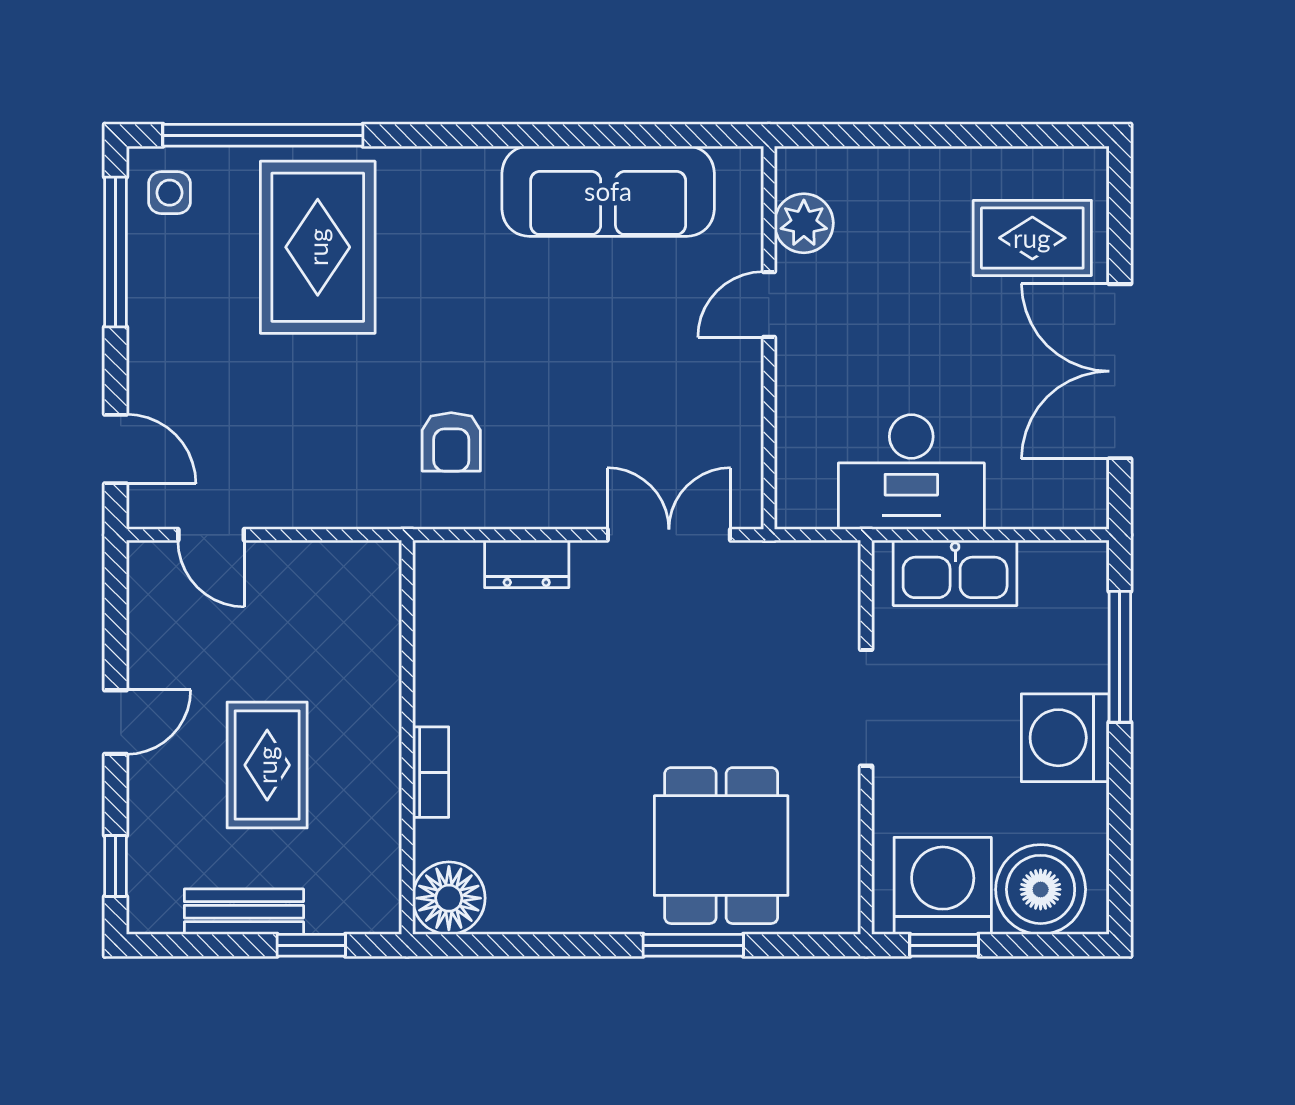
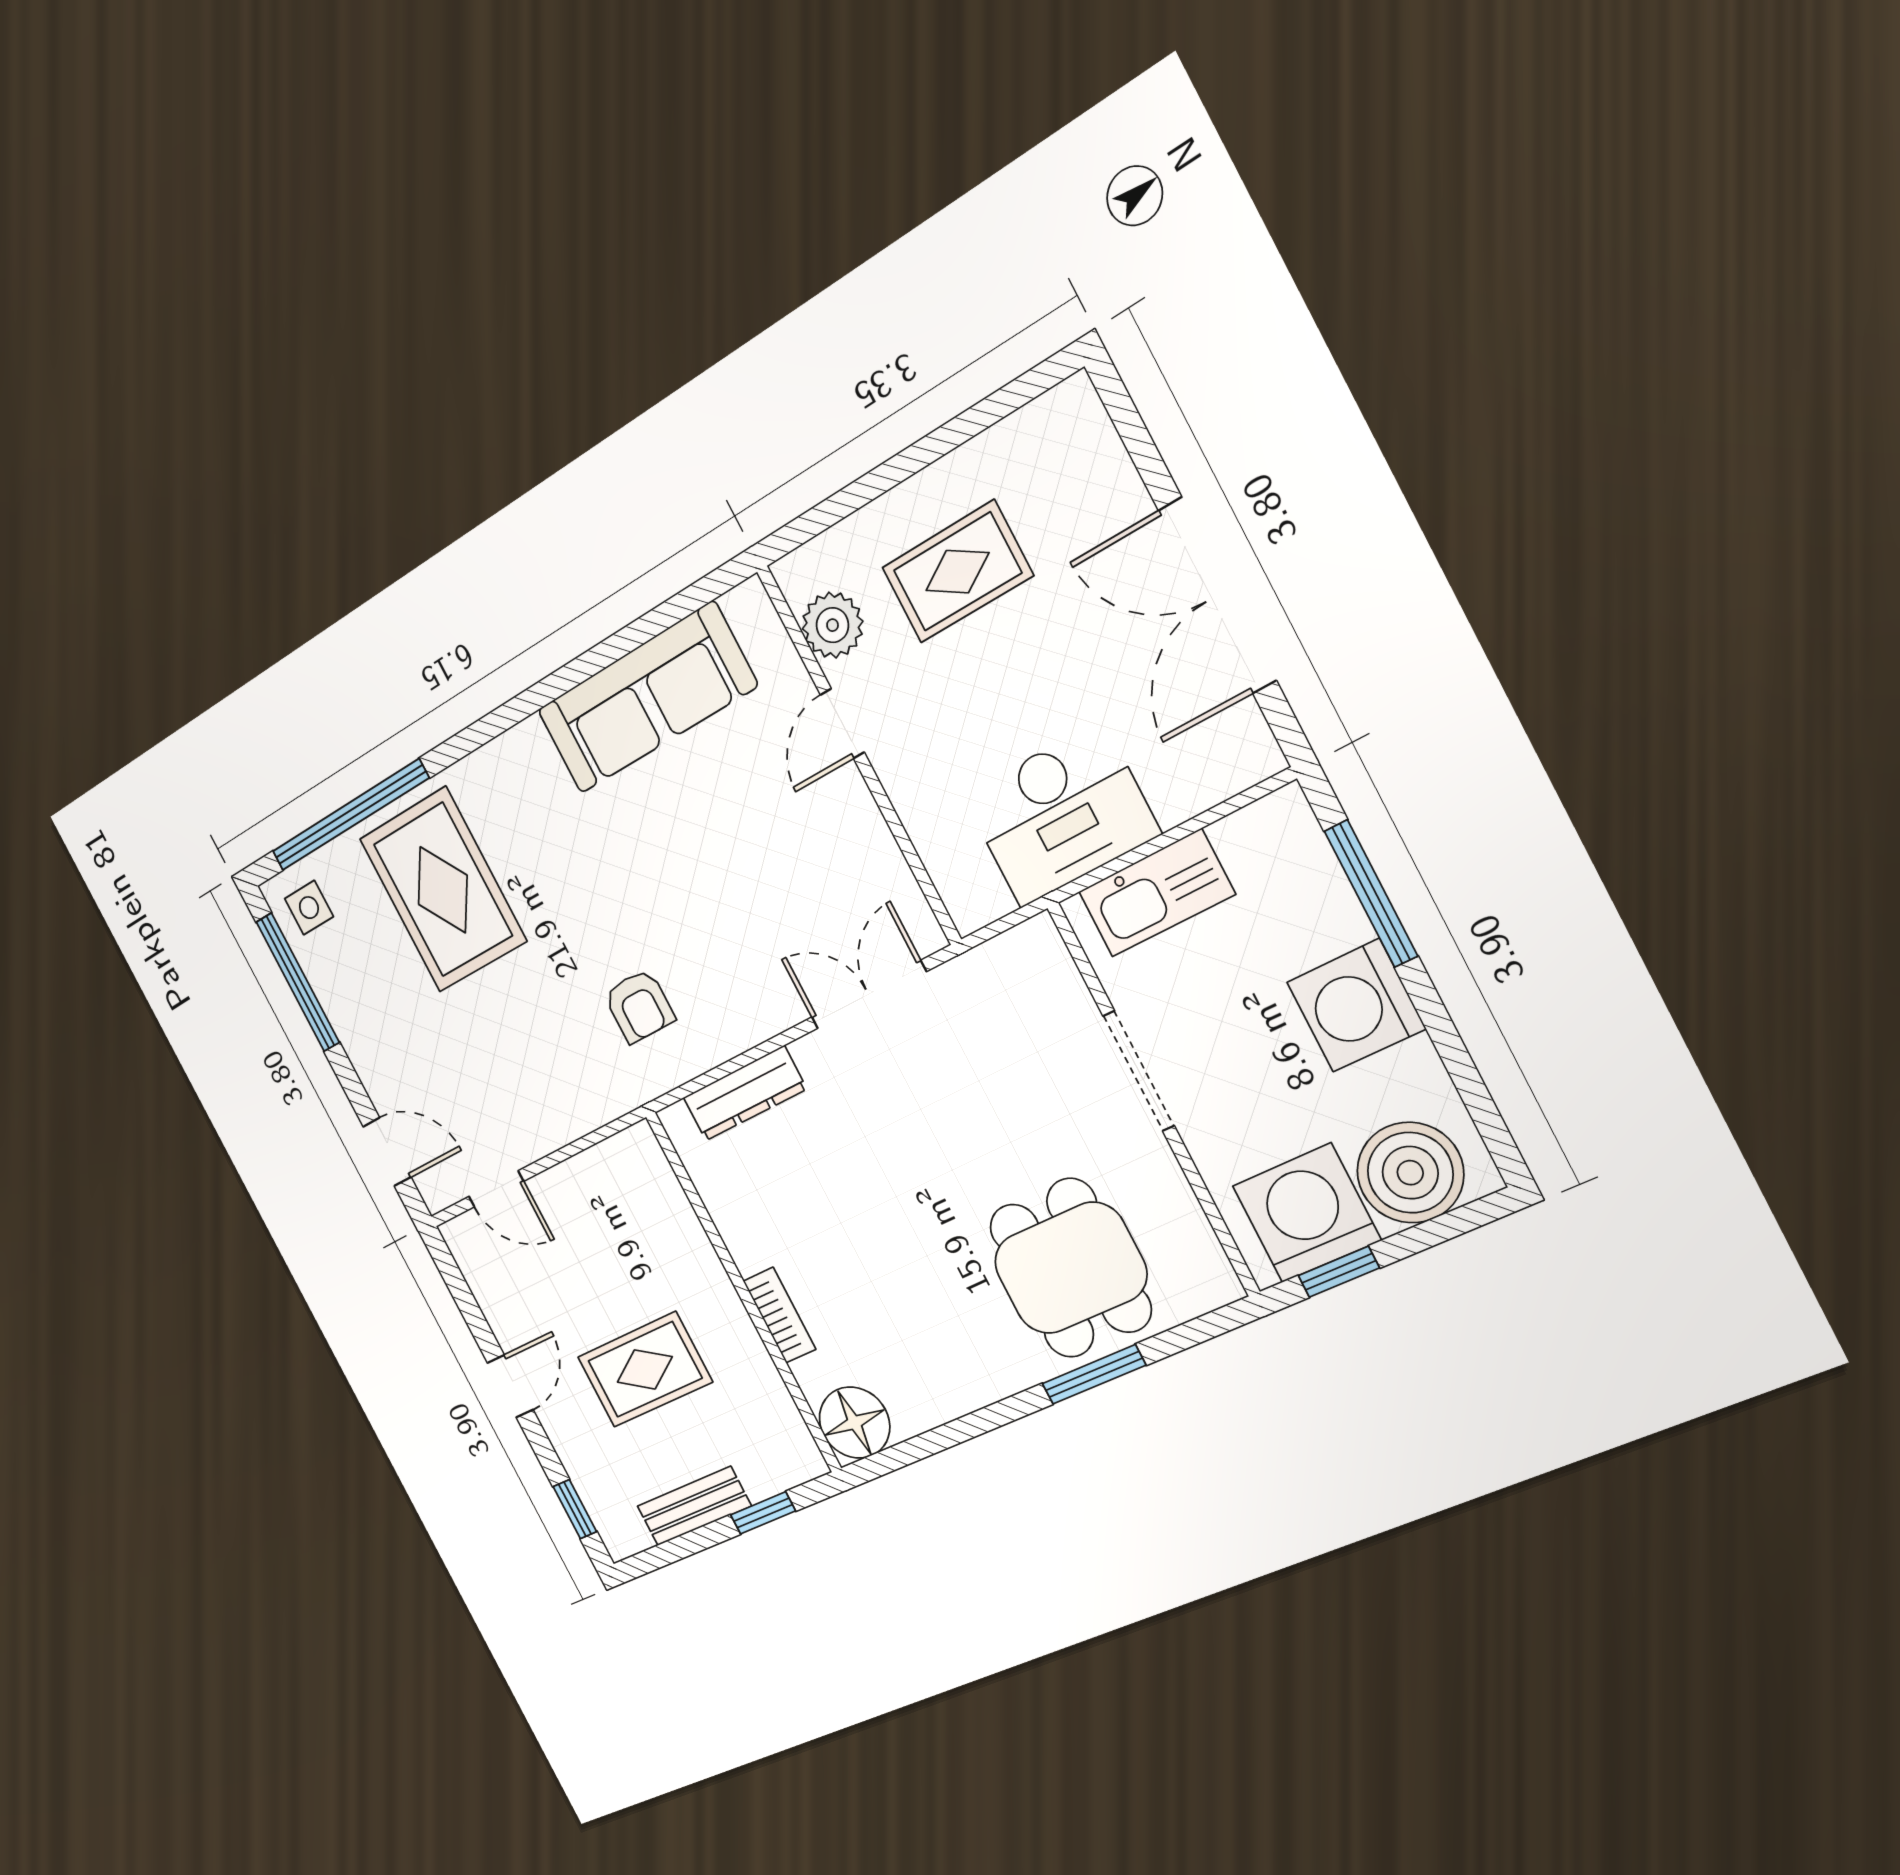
rug: (1032, 238) -> (957, 572), moved
dresser: (527, 564) -> (745, 1093), width x1.44
rug: (267, 765) -> (645, 1370), turned 90

